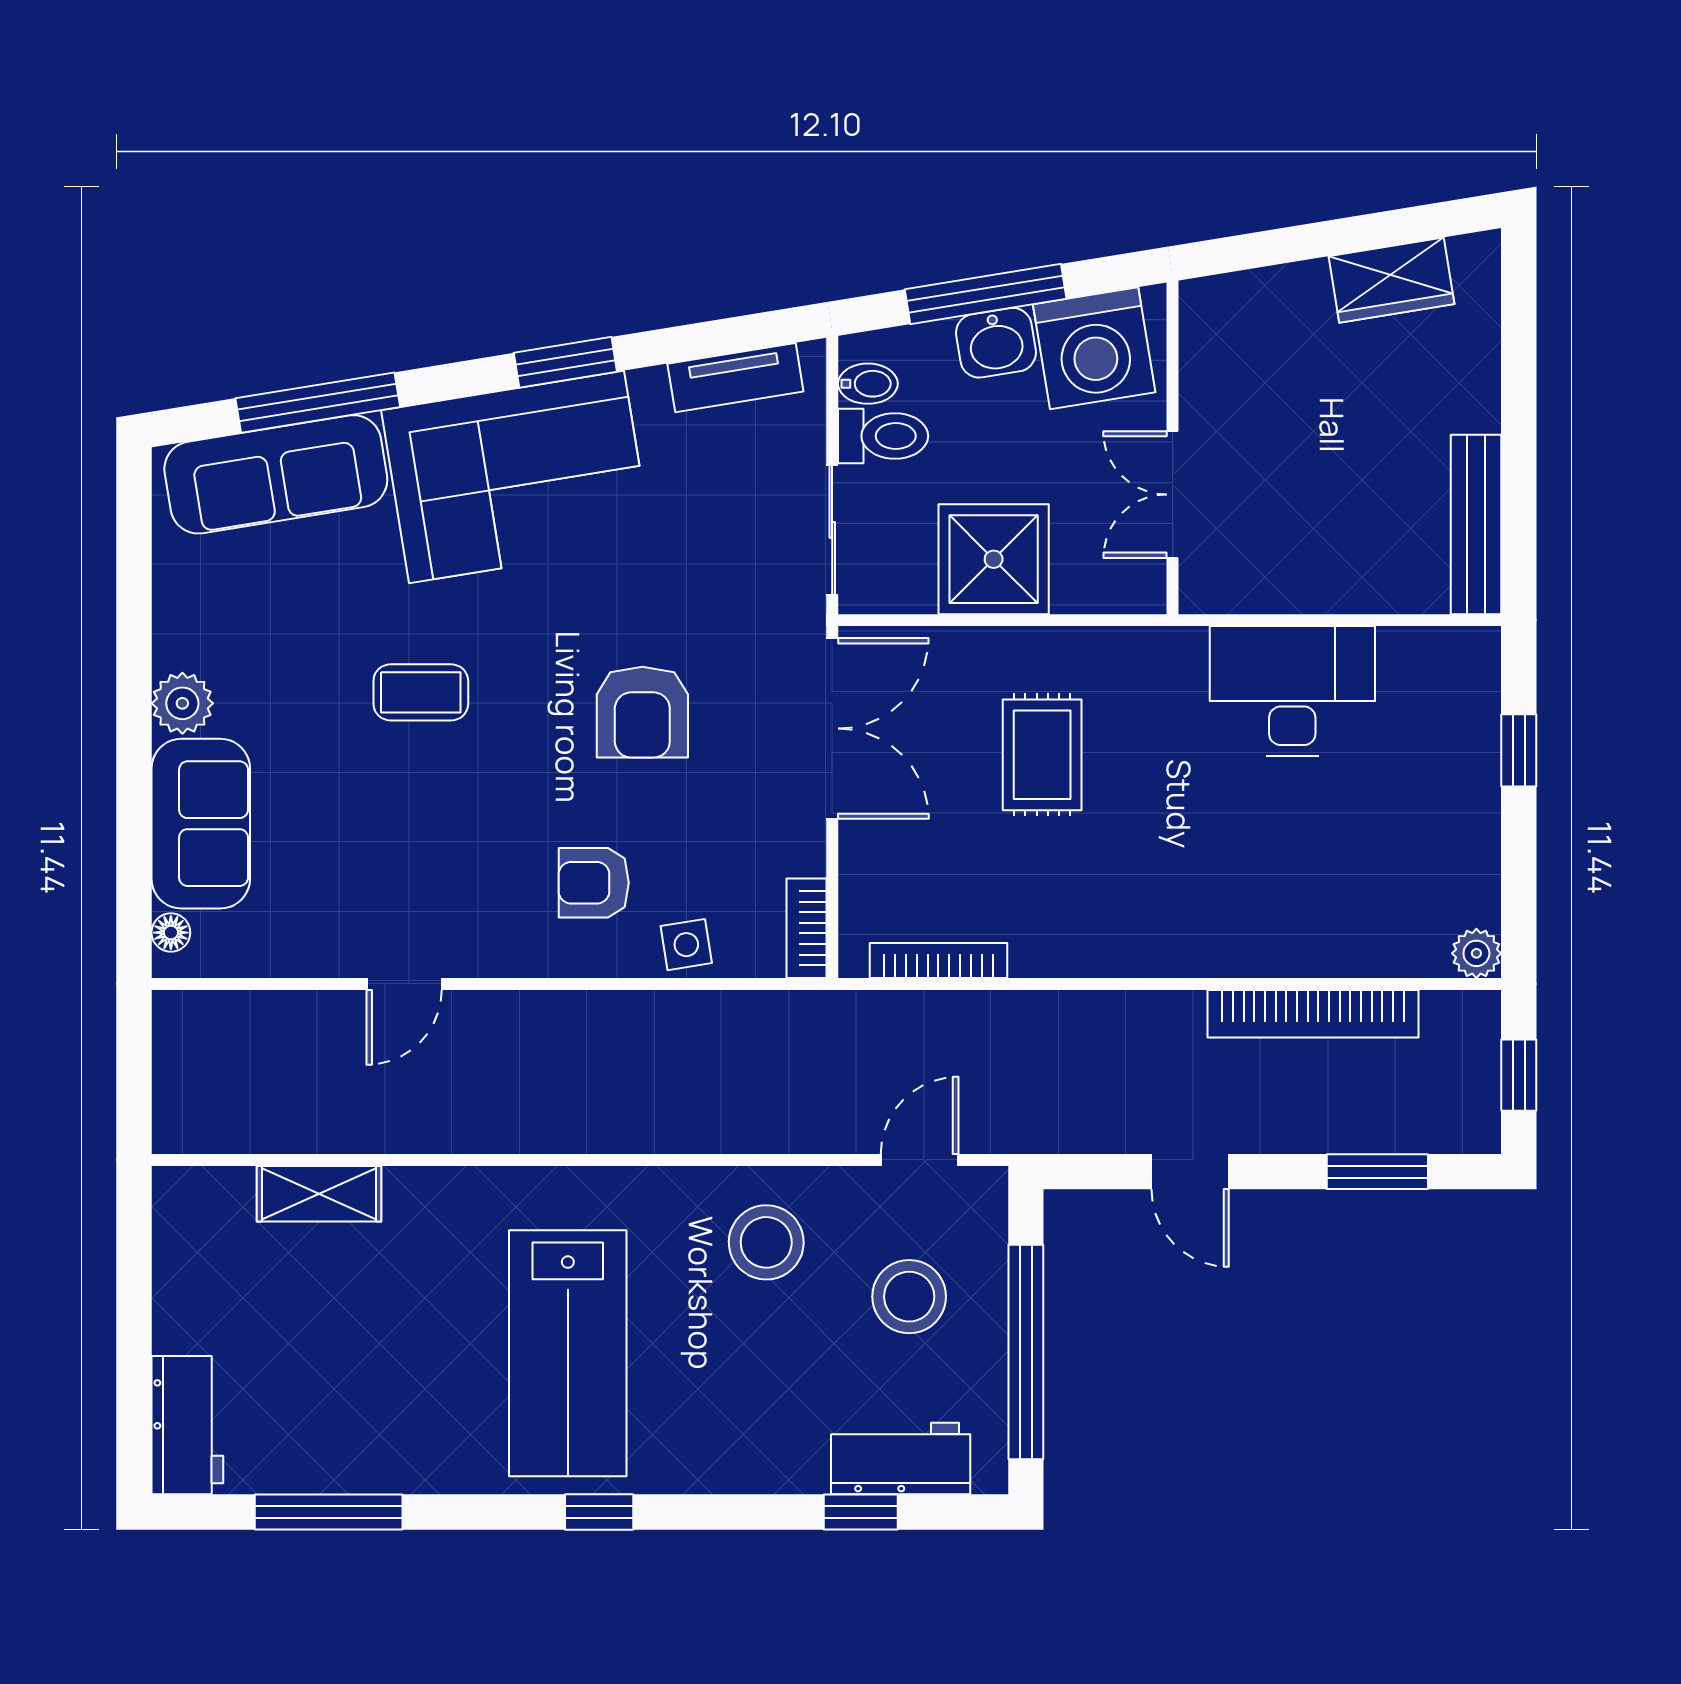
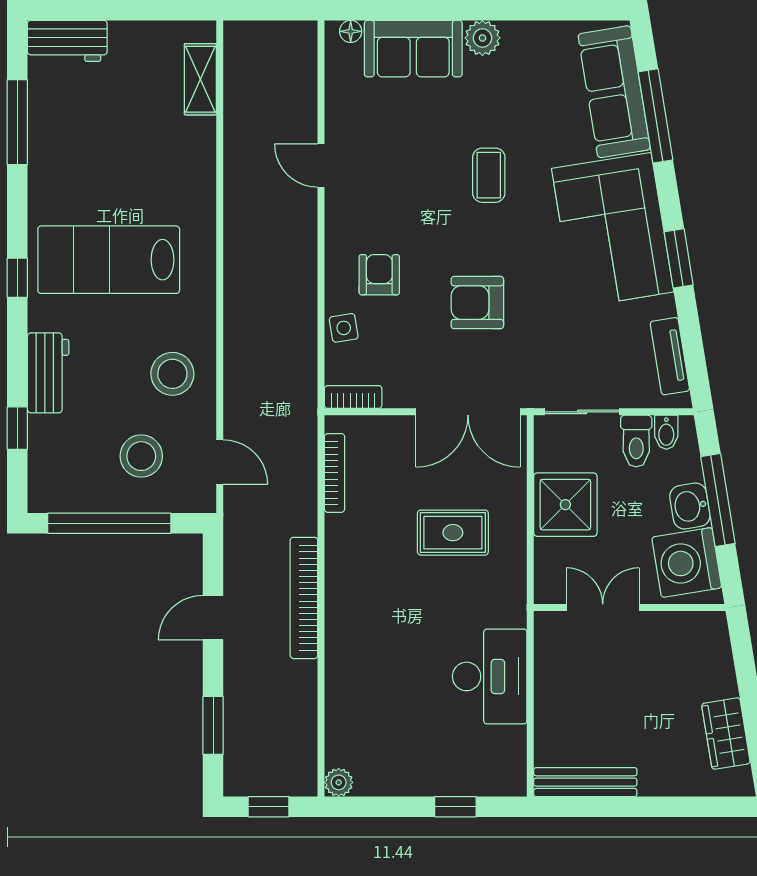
bookcase: (1313, 1014) -> (304, 598), moved
shelving: (319, 1194) -> (200, 79), moved
workbench: (901, 1458) -> (48, 373), moved

